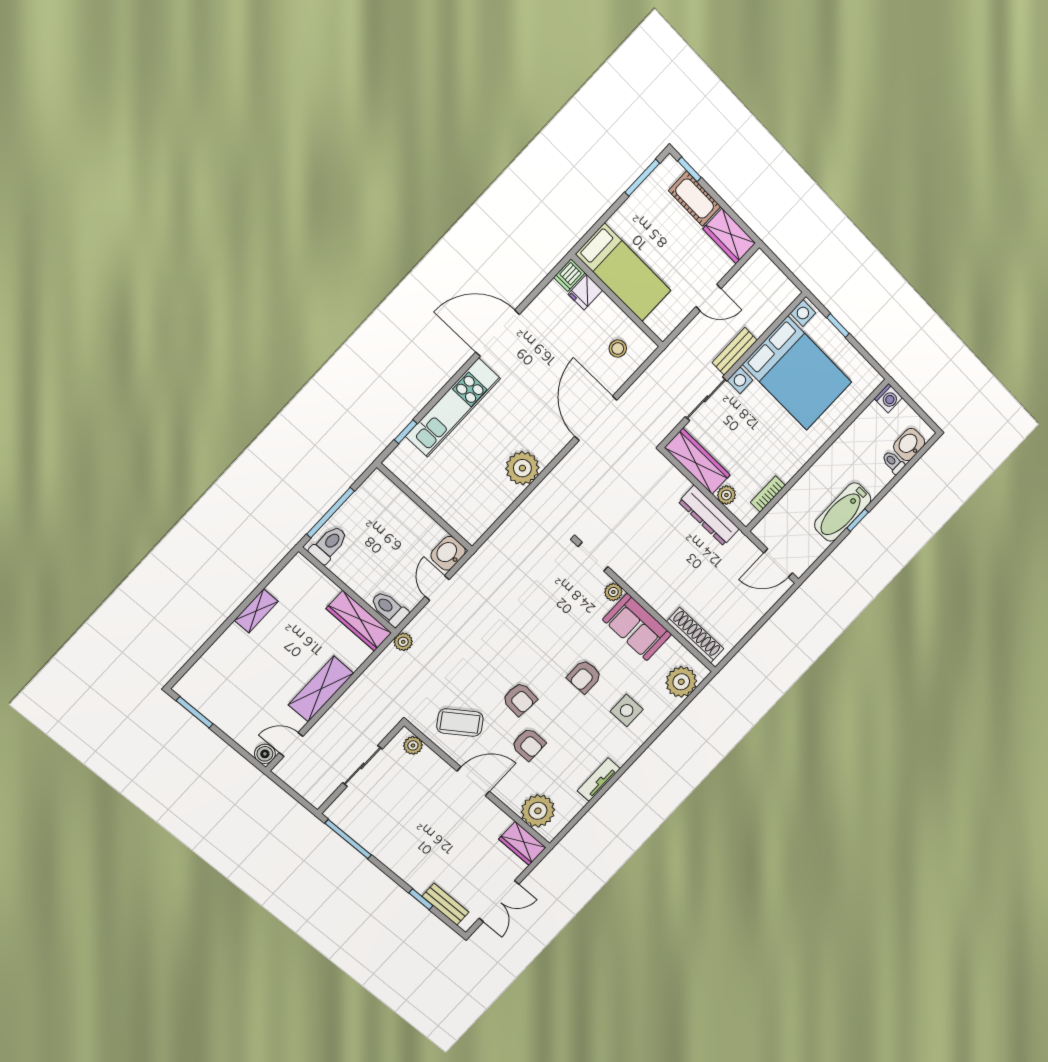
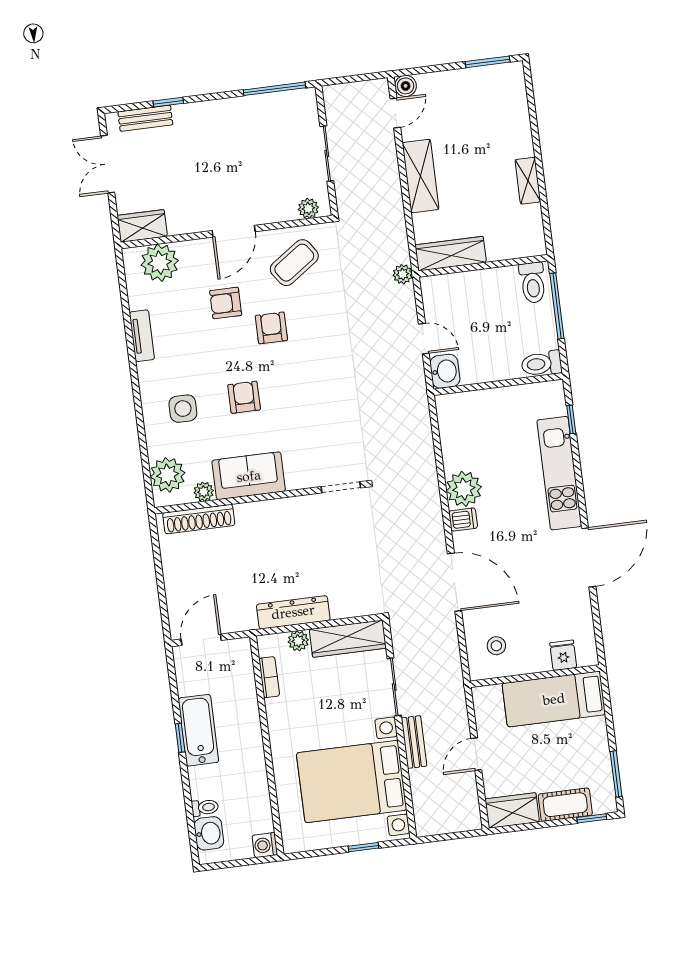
dishwasher: (569, 275) -> (463, 520), moved, turned 90
plant: (613, 592) -> (204, 492), moved
toilet: (389, 608) -> (541, 364), moved, turned 180
armchair: (520, 699) -> (271, 328), turned 85

